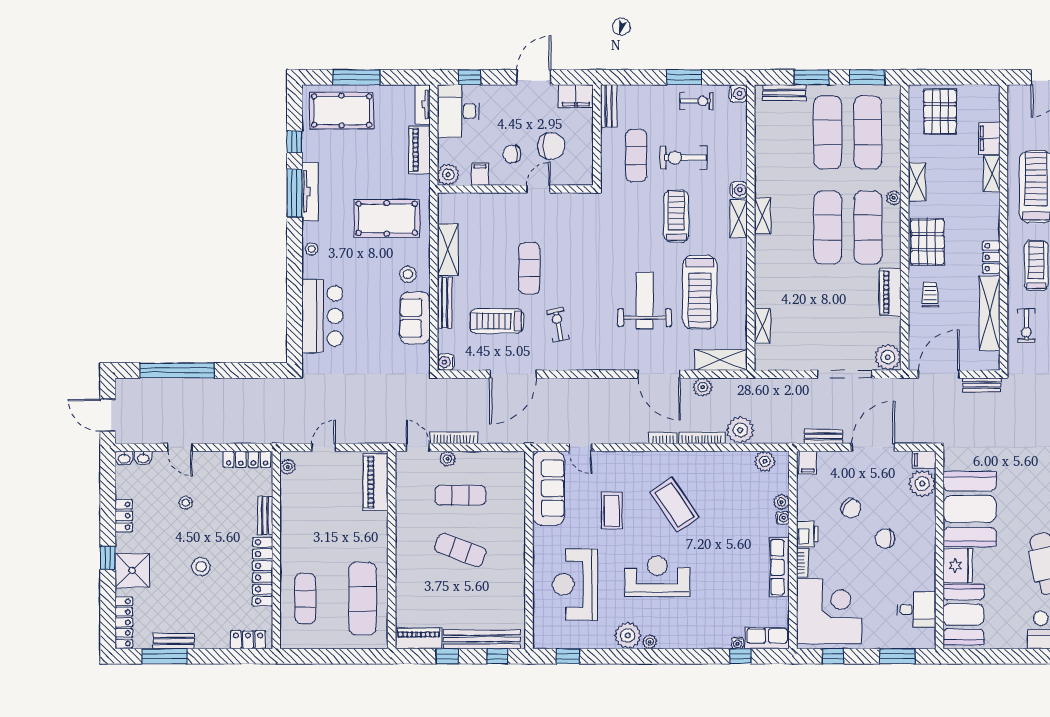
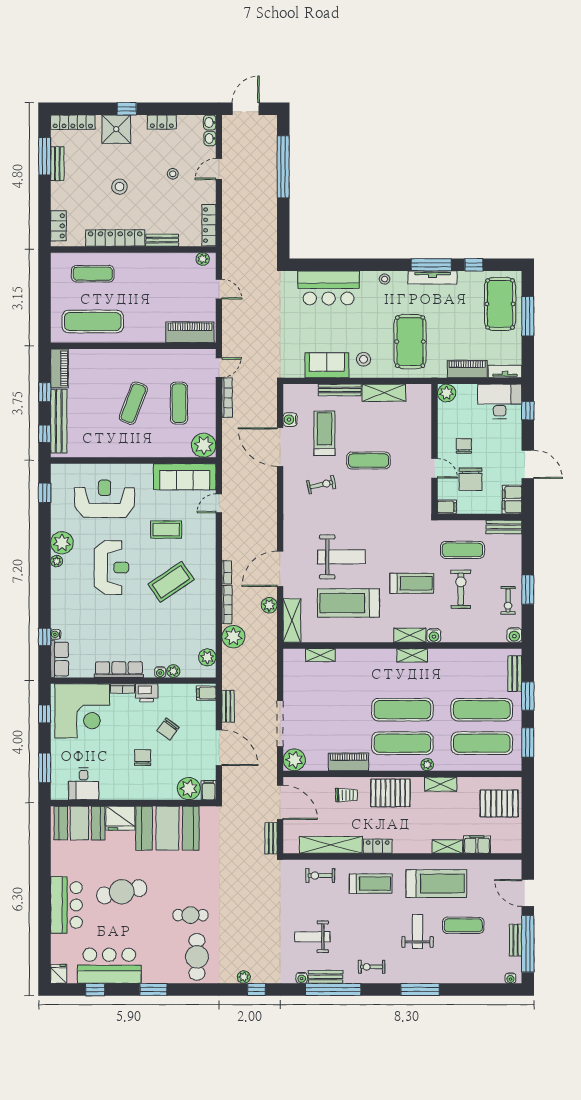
filing cabinet: (480, 174) -> (447, 507), moved
water cooler: (446, 362) -> (290, 420), moved, turned -90
plant: (448, 459) -> (204, 445), moved, width x1.87, depth x1.87

